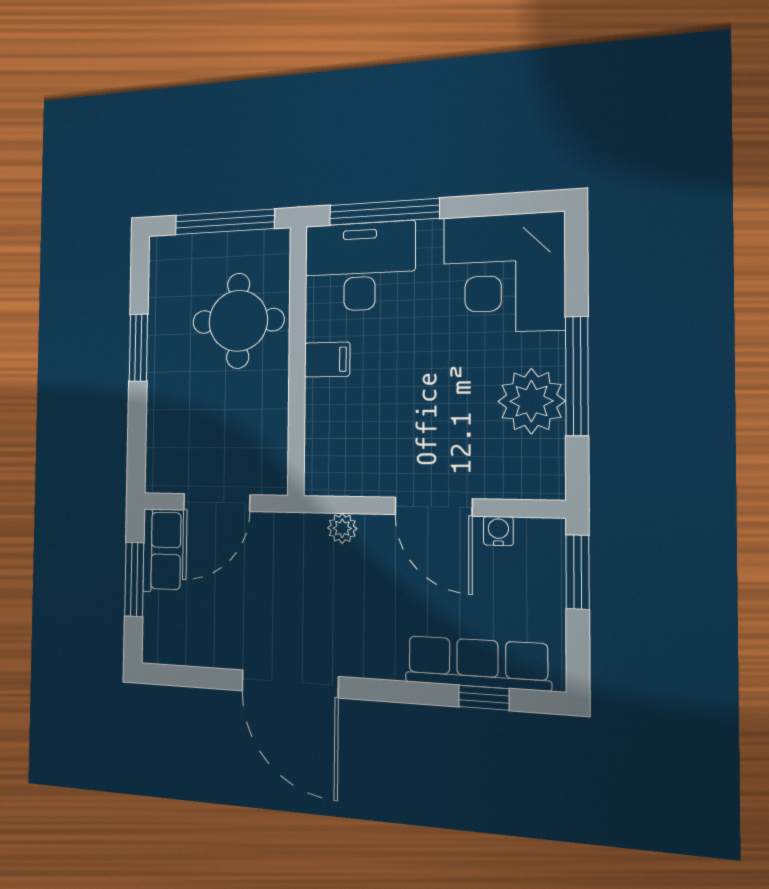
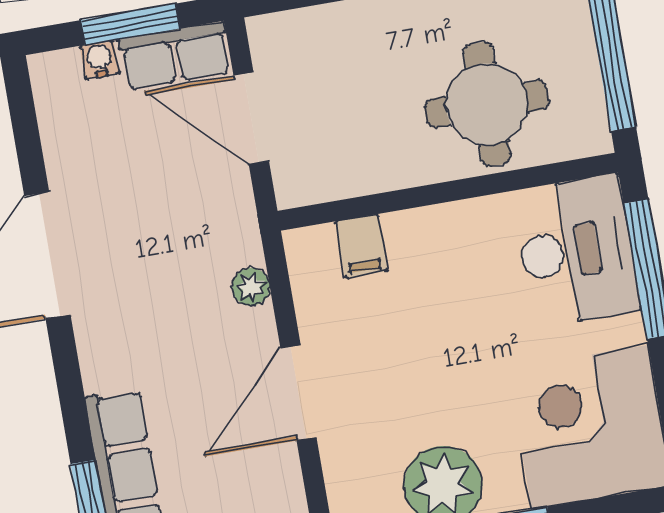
filing cabinet: (327, 360) -> (362, 246), moved
water cooler: (498, 531) -> (99, 60), moved, turned -90

